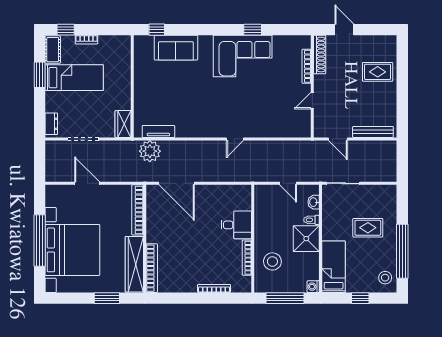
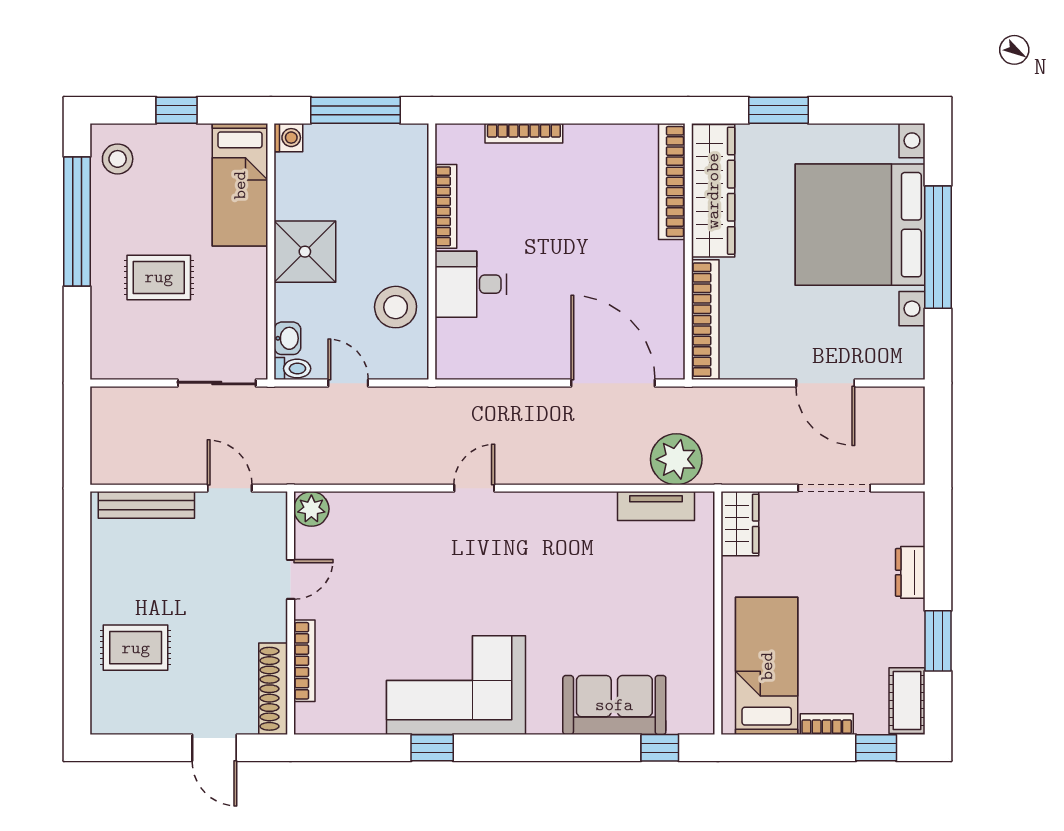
bed: (74, 78) -> (767, 666), moved, turned 90
dresser: (51, 124) -> (910, 572), moved
plant: (304, 130) -> (311, 509), added
toilet: (312, 220) -> (292, 369), moved
stool: (272, 261) -> (396, 307), moved

